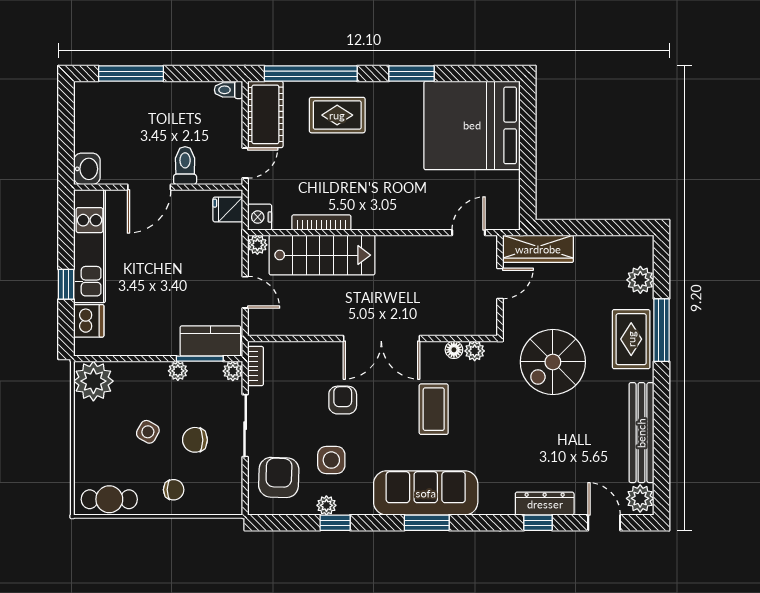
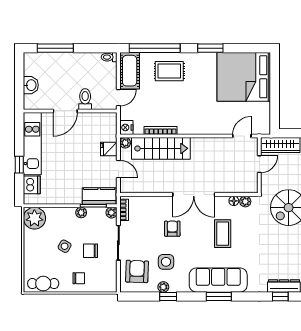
washbasin: (87, 169) -> (31, 85), moved
fridge: (228, 210) -> (109, 149), moved

